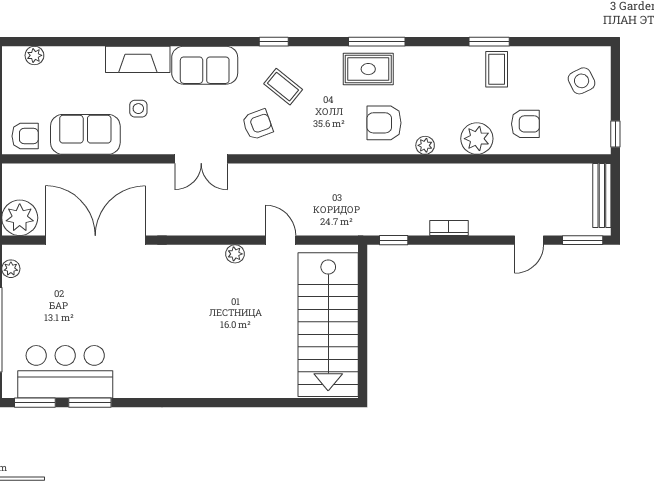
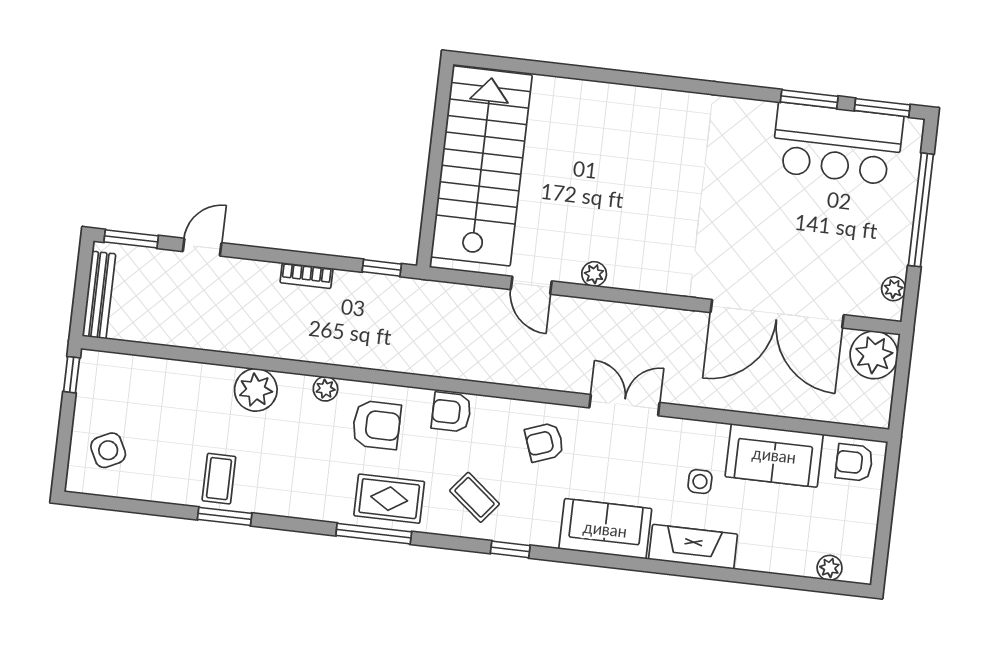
coffee table: (283, 87) -> (475, 497), moved
armchair: (525, 124) -> (451, 412), moved

